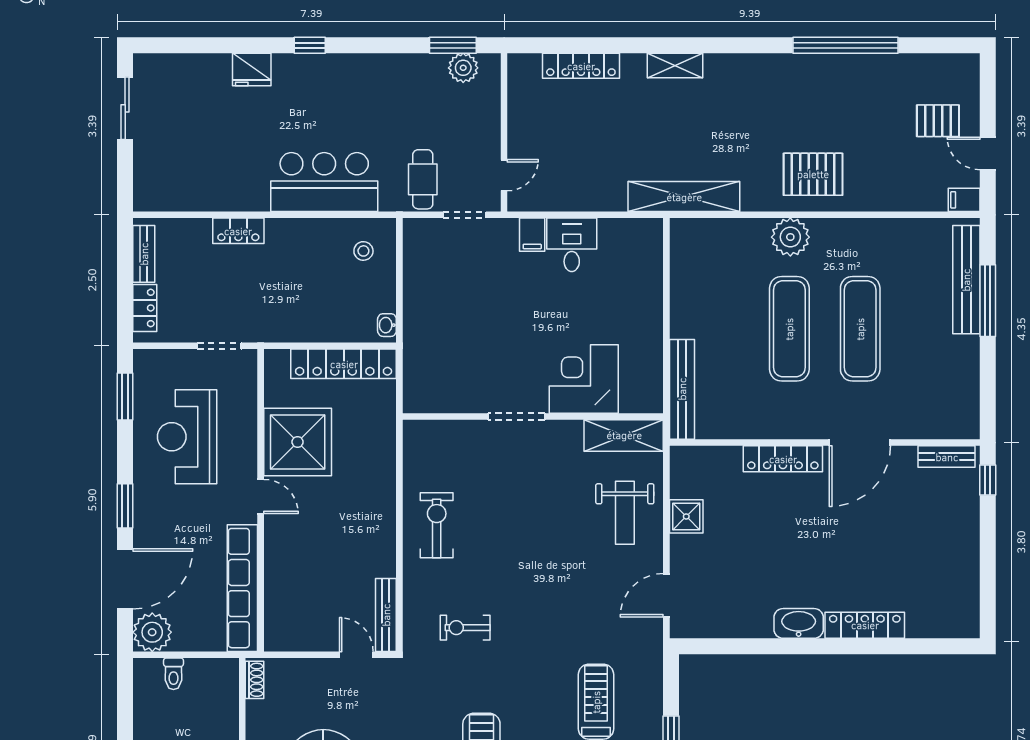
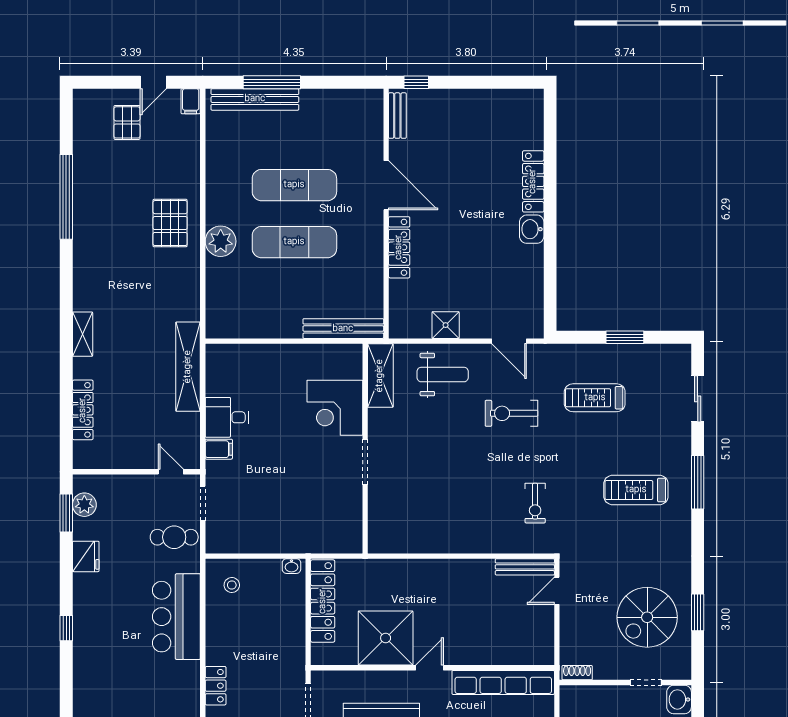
fridge: (252, 70) -> (86, 556), moved
shelving: (684, 197) -> (188, 367), moved
exercise bike: (437, 525) -> (511, 413), moved
washbasin: (799, 623) -> (532, 229), width x0.72

